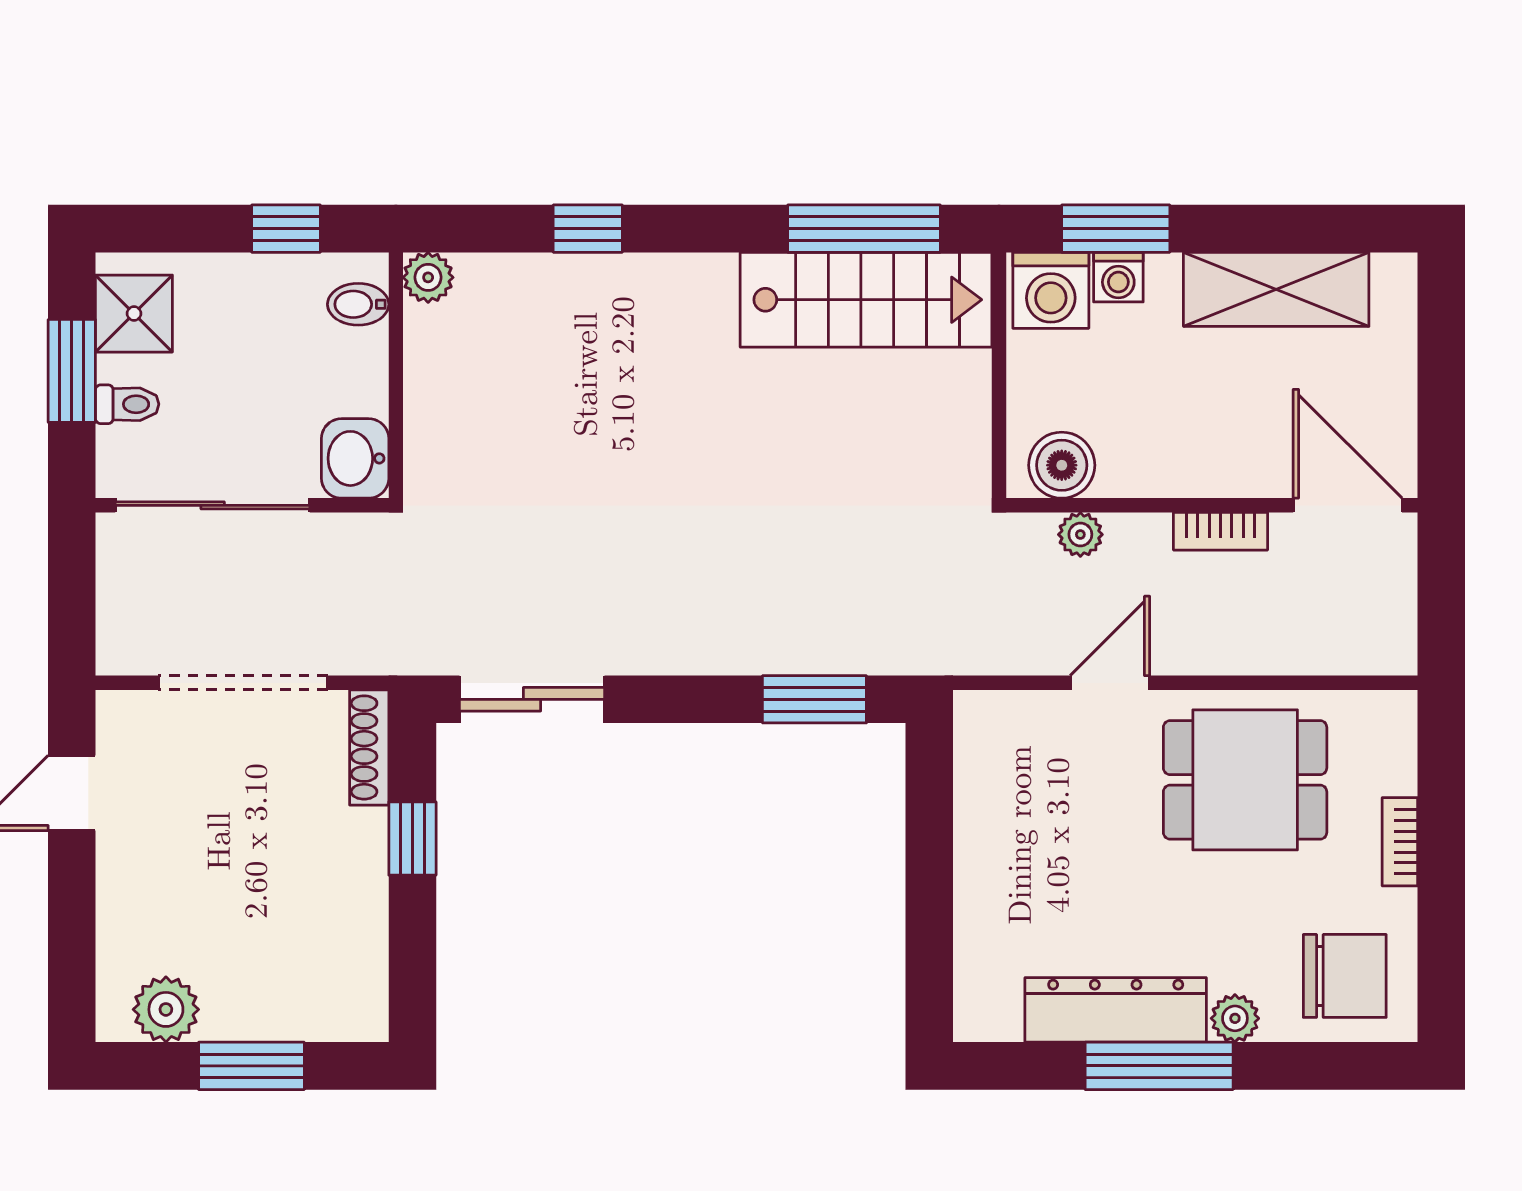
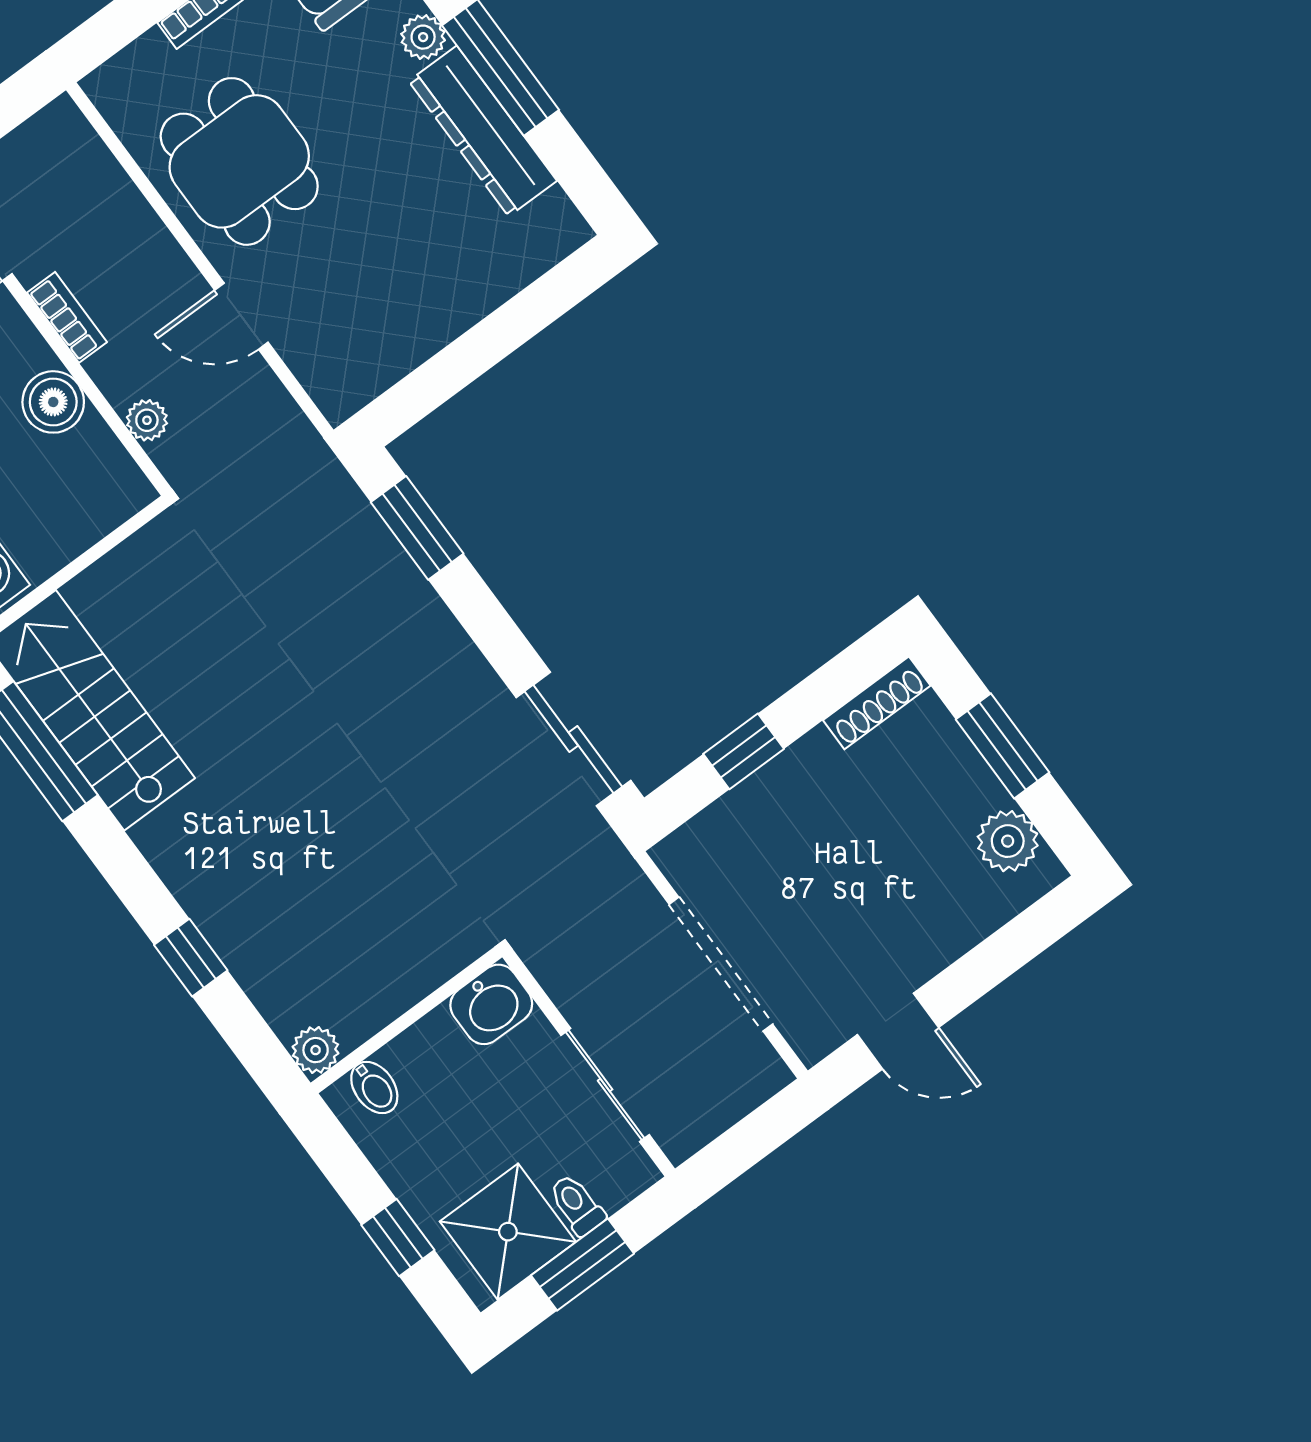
window: (286, 229) -> (398, 1238), moved
shower: (134, 314) -> (508, 1232), width x1.36, depth x1.36
boiler: (1062, 465) -> (53, 402), moved
sliding door: (213, 505) -> (605, 1085), width x0.73
shoe rack: (369, 747) -> (877, 703), moved

